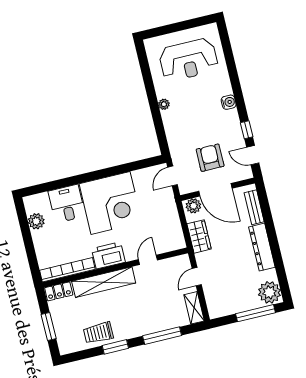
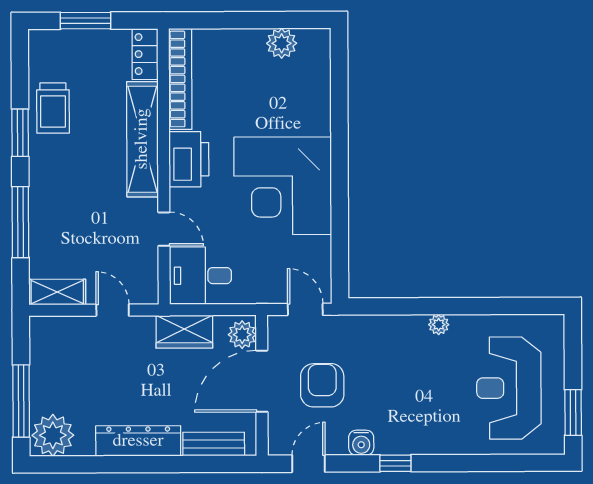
window: (193, 23) -> (573, 412), added
water cooler: (229, 102) -> (361, 443), moved
window: (247, 130) -> (395, 463), moved
armchair: (210, 158) -> (322, 385), turned -90
desk: (67, 204) -> (200, 276), moved, turned 180
trolley: (98, 333) -> (53, 108), turned 180

